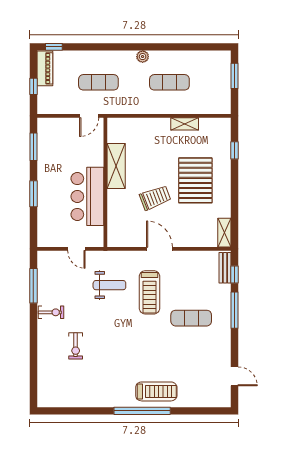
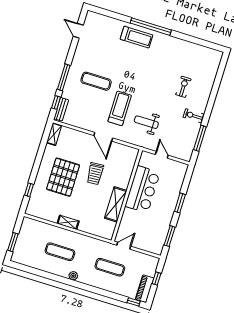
shelving: (185, 124) -> (68, 222), moved
trolley: (155, 198) -> (95, 174), turned -73
treadmill: (156, 391) -> (137, 37), turned 180

